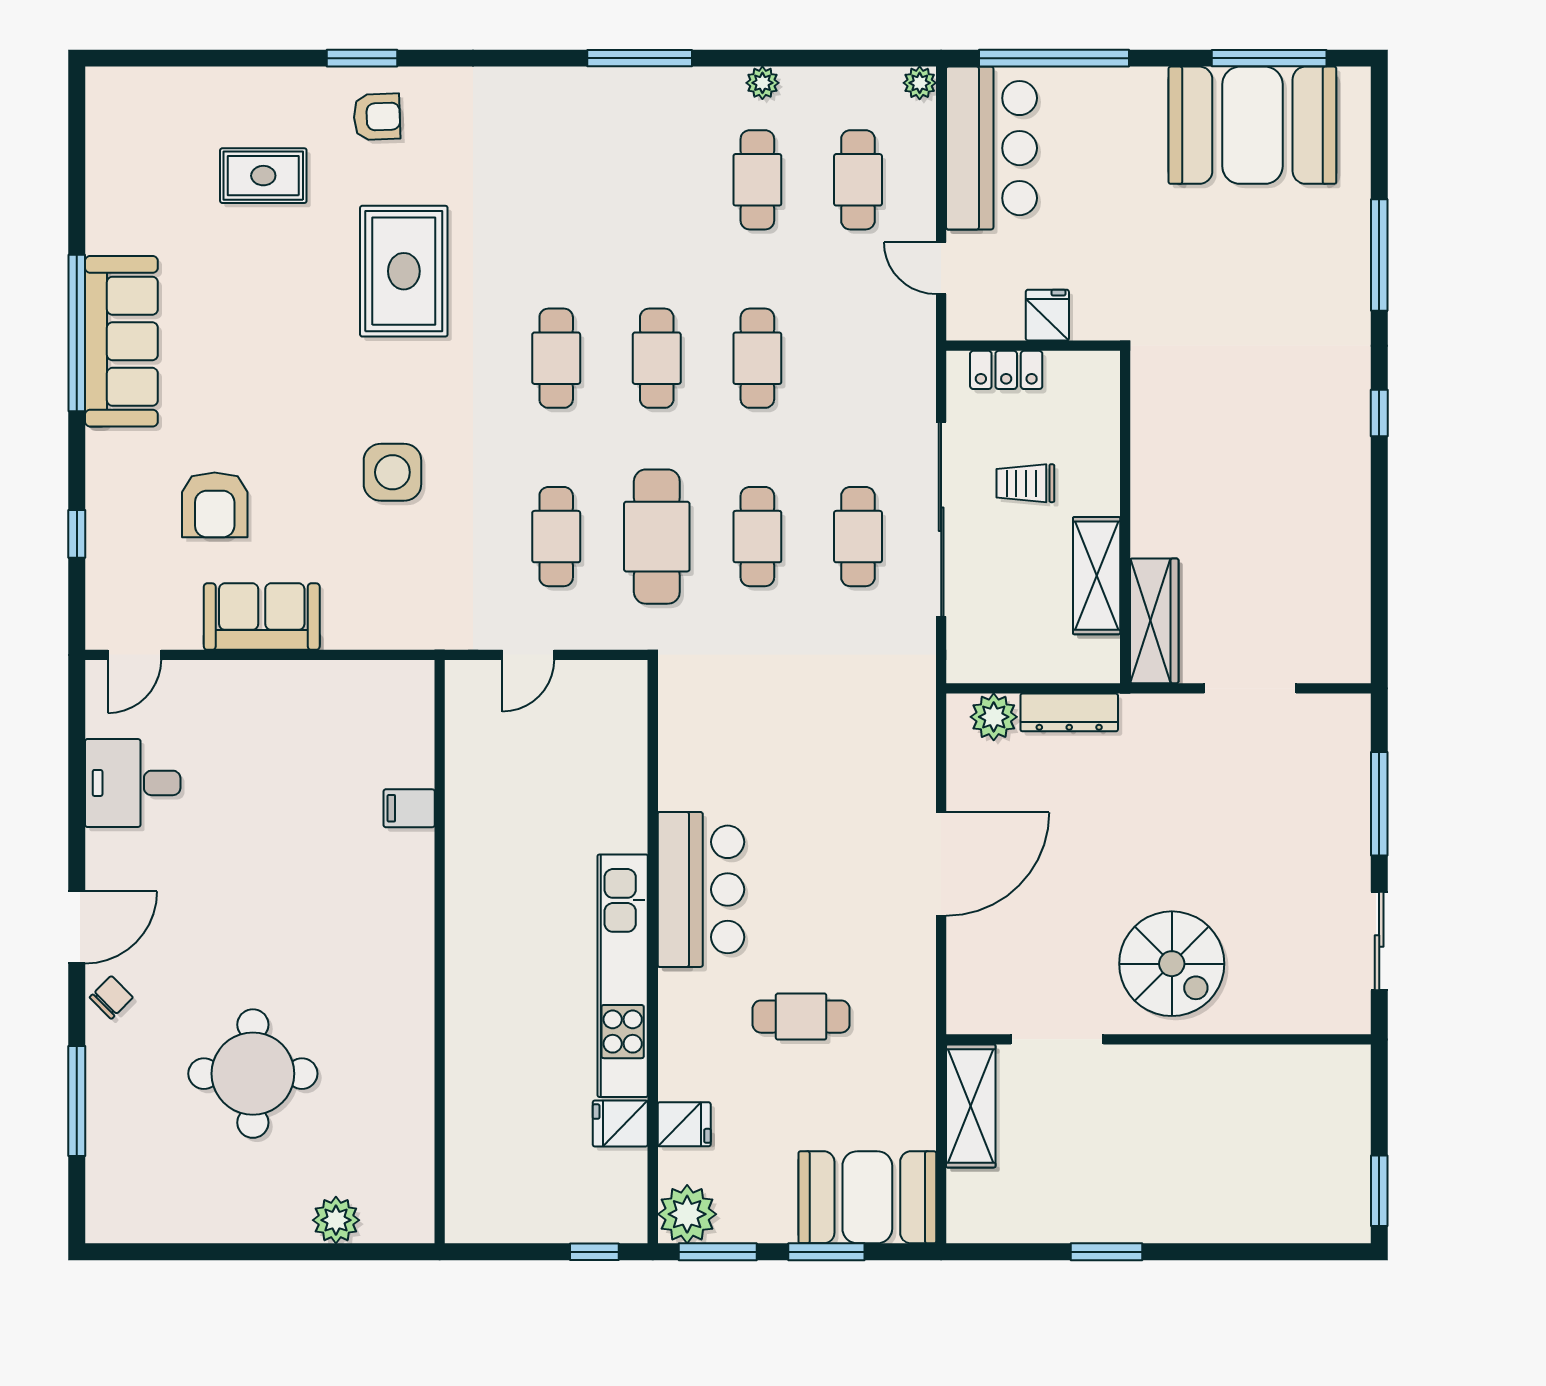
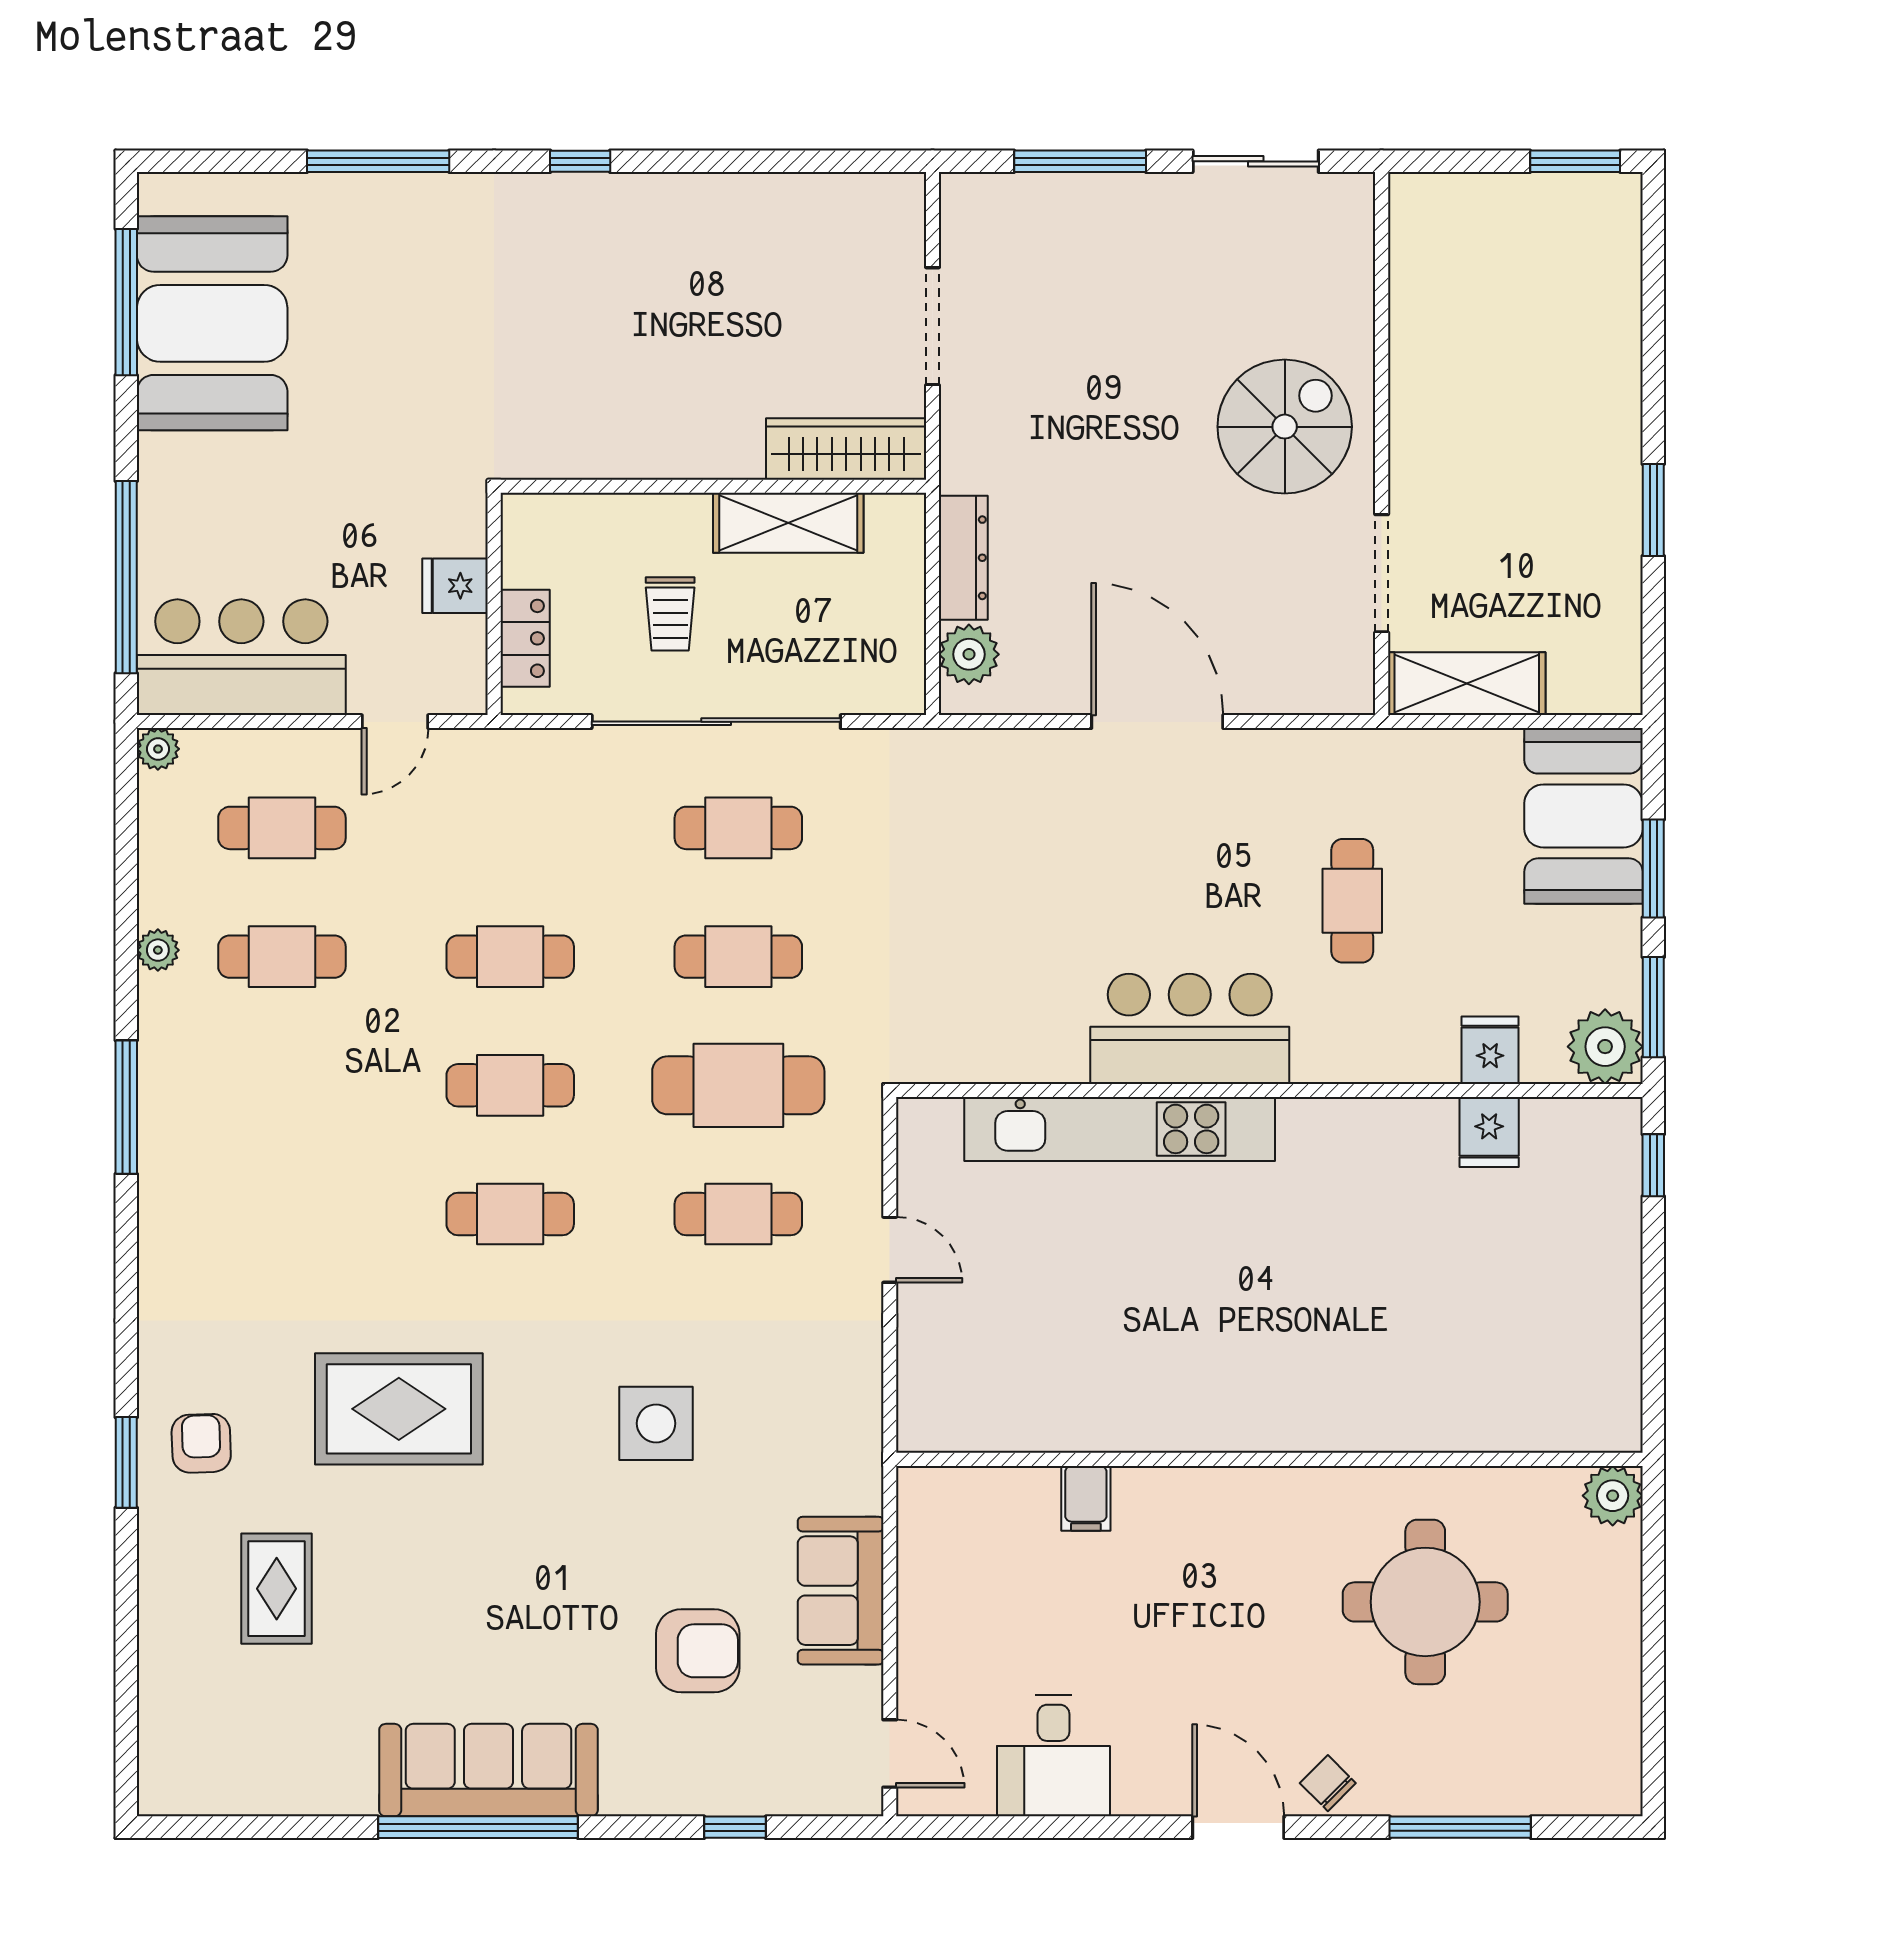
filing cabinet: (409, 808) -> (1086, 1498), moved
wall: (440, 952) -> (1269, 1459), moved
kitchen unit: (623, 976) -> (1120, 1129), moved

